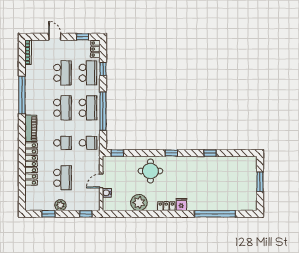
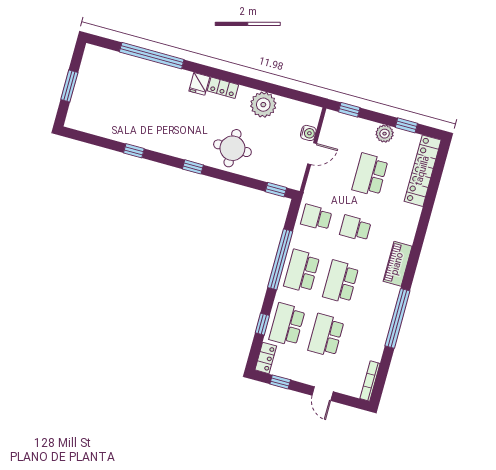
locker: (31, 164) -> (423, 171), moved

